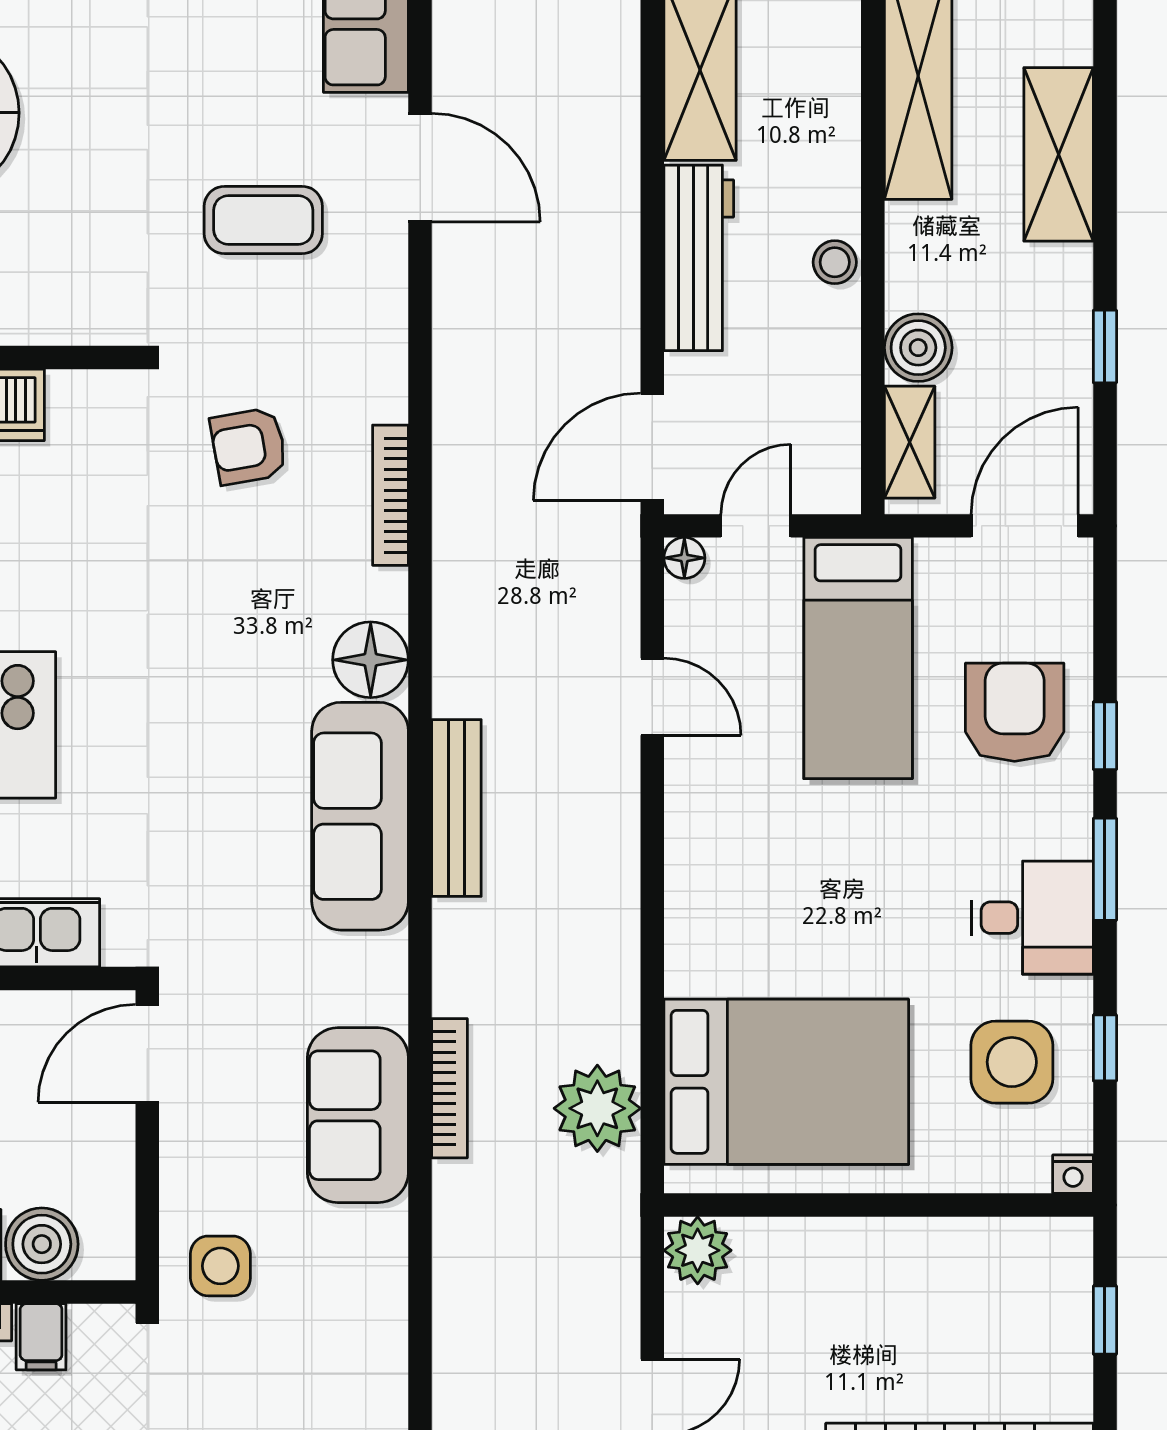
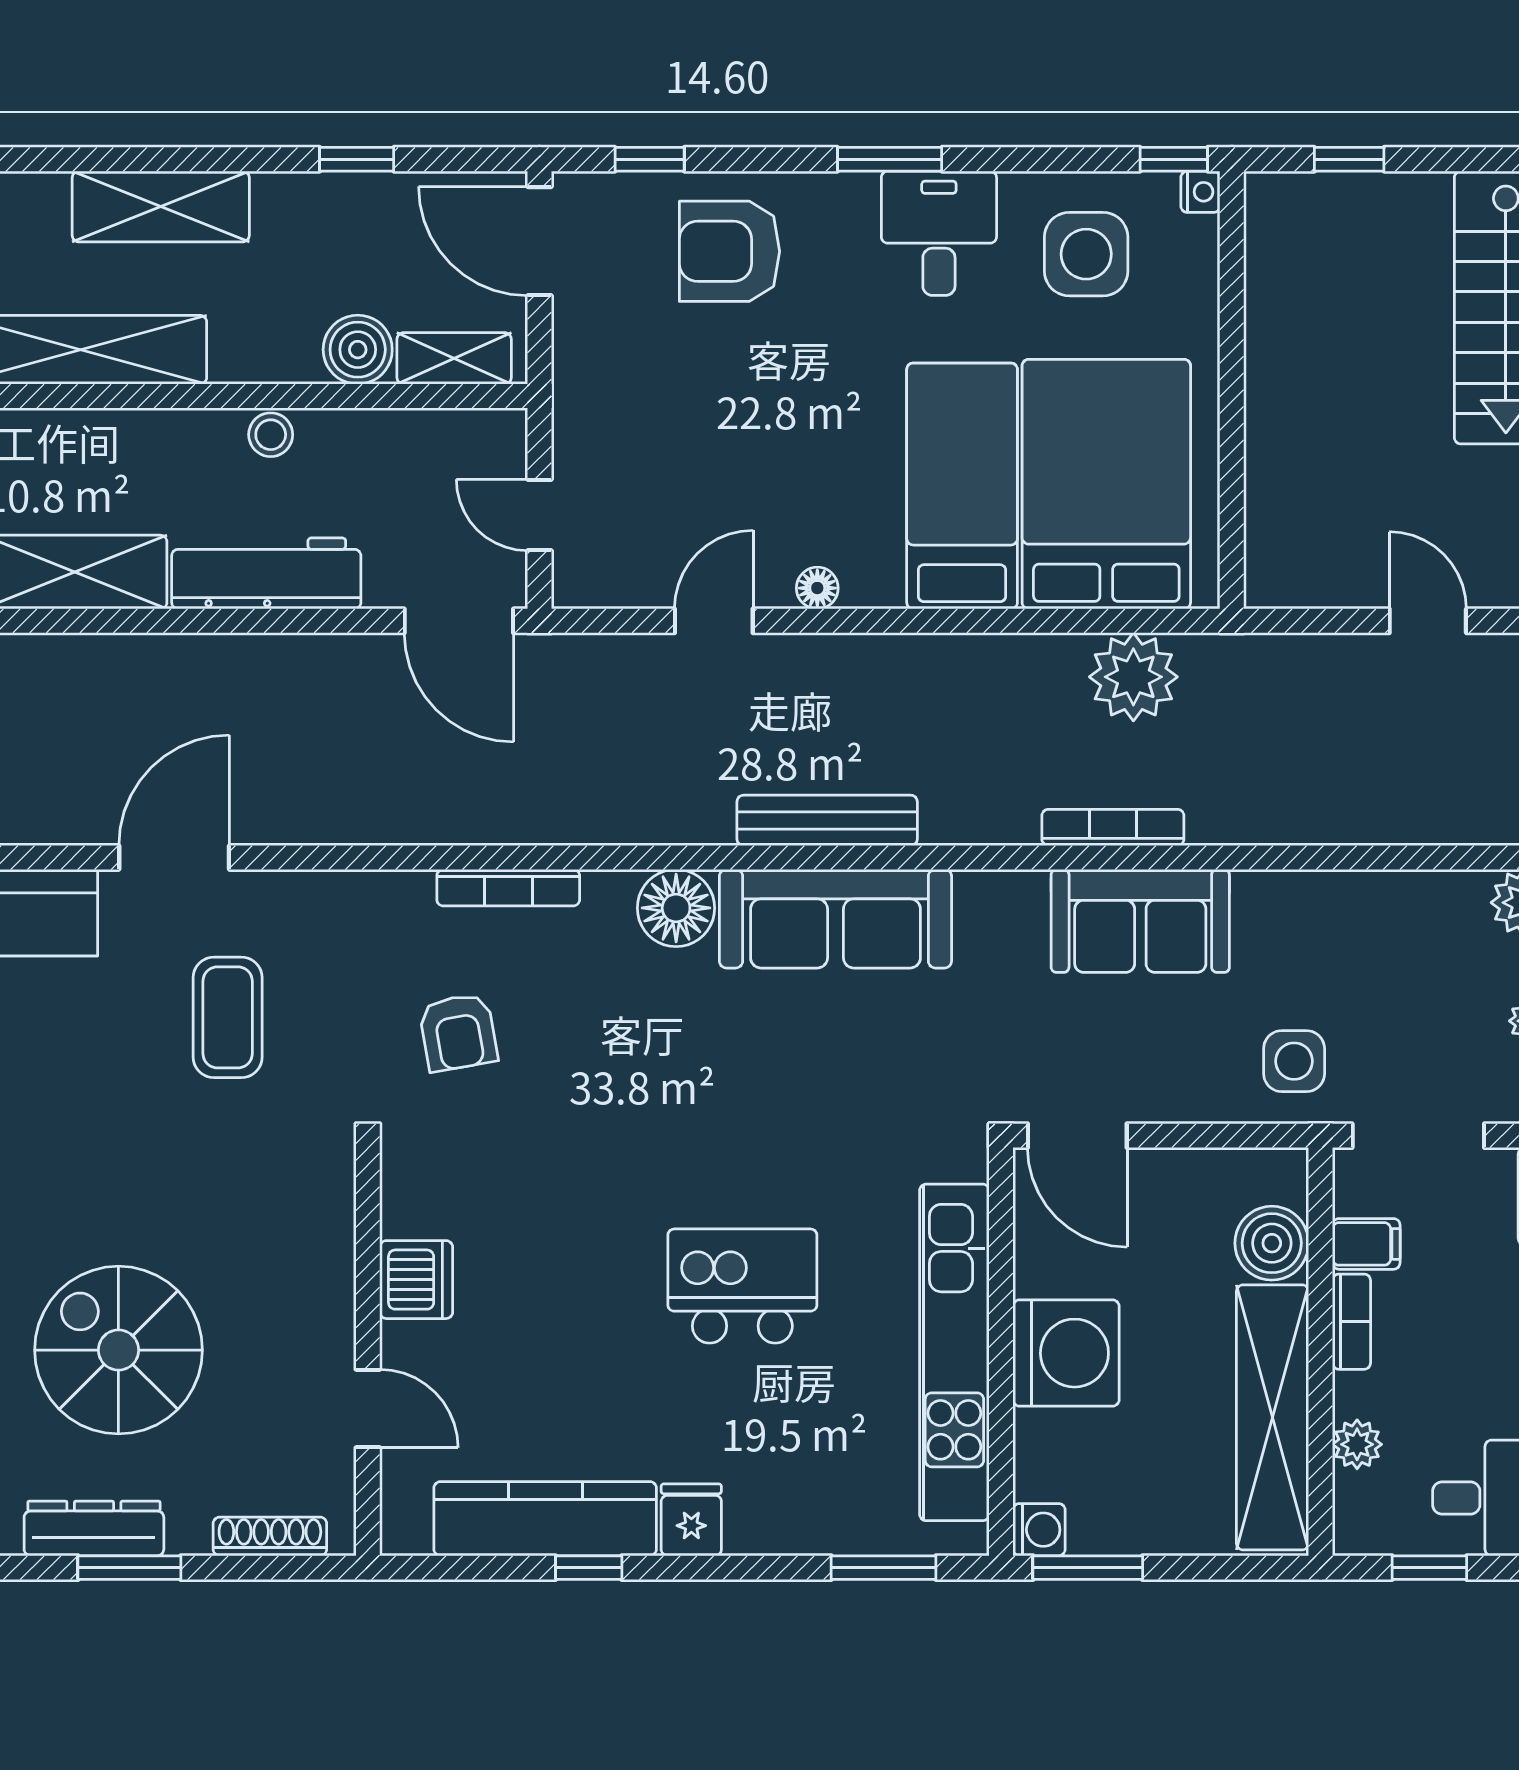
floor lamp: (684, 558) -> (817, 588), moved
bed: (858, 658) -> (962, 486), moved, turned -90
window: (1105, 736) -> (650, 159), moved
window: (1105, 1048) -> (1174, 159), moved
plant: (698, 1250) -> (1278, 575), removed

